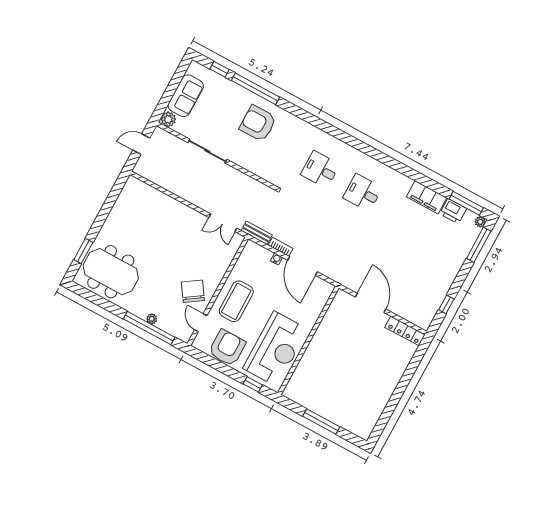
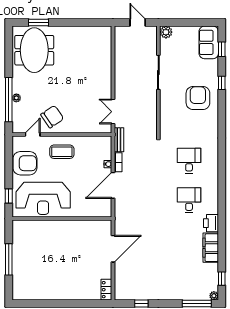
window: (256, 89) -> (222, 83), width x0.32
sofa: (186, 96) -> (209, 42), moved, turned 90
window: (466, 203) -> (222, 279), width x0.46
printer: (453, 211) -> (211, 223), moved
coffee table: (236, 301) -> (62, 152), width x0.73, depth x0.76
locker: (405, 331) -> (106, 290), width x0.66

